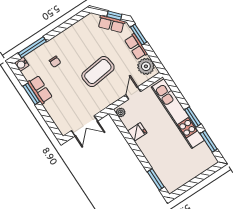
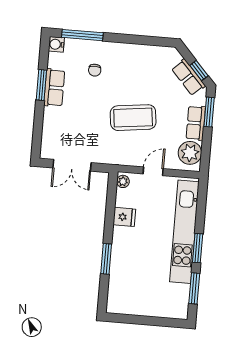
window: (156, 179) -> (106, 259), moved

